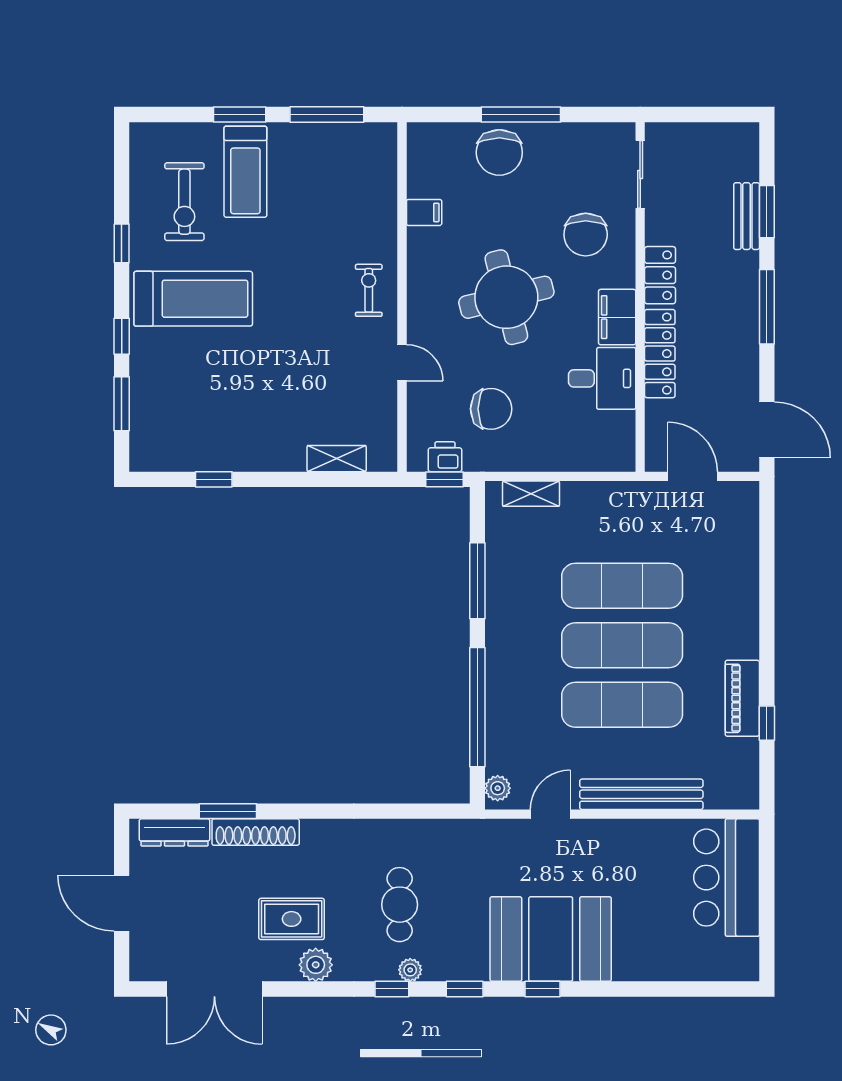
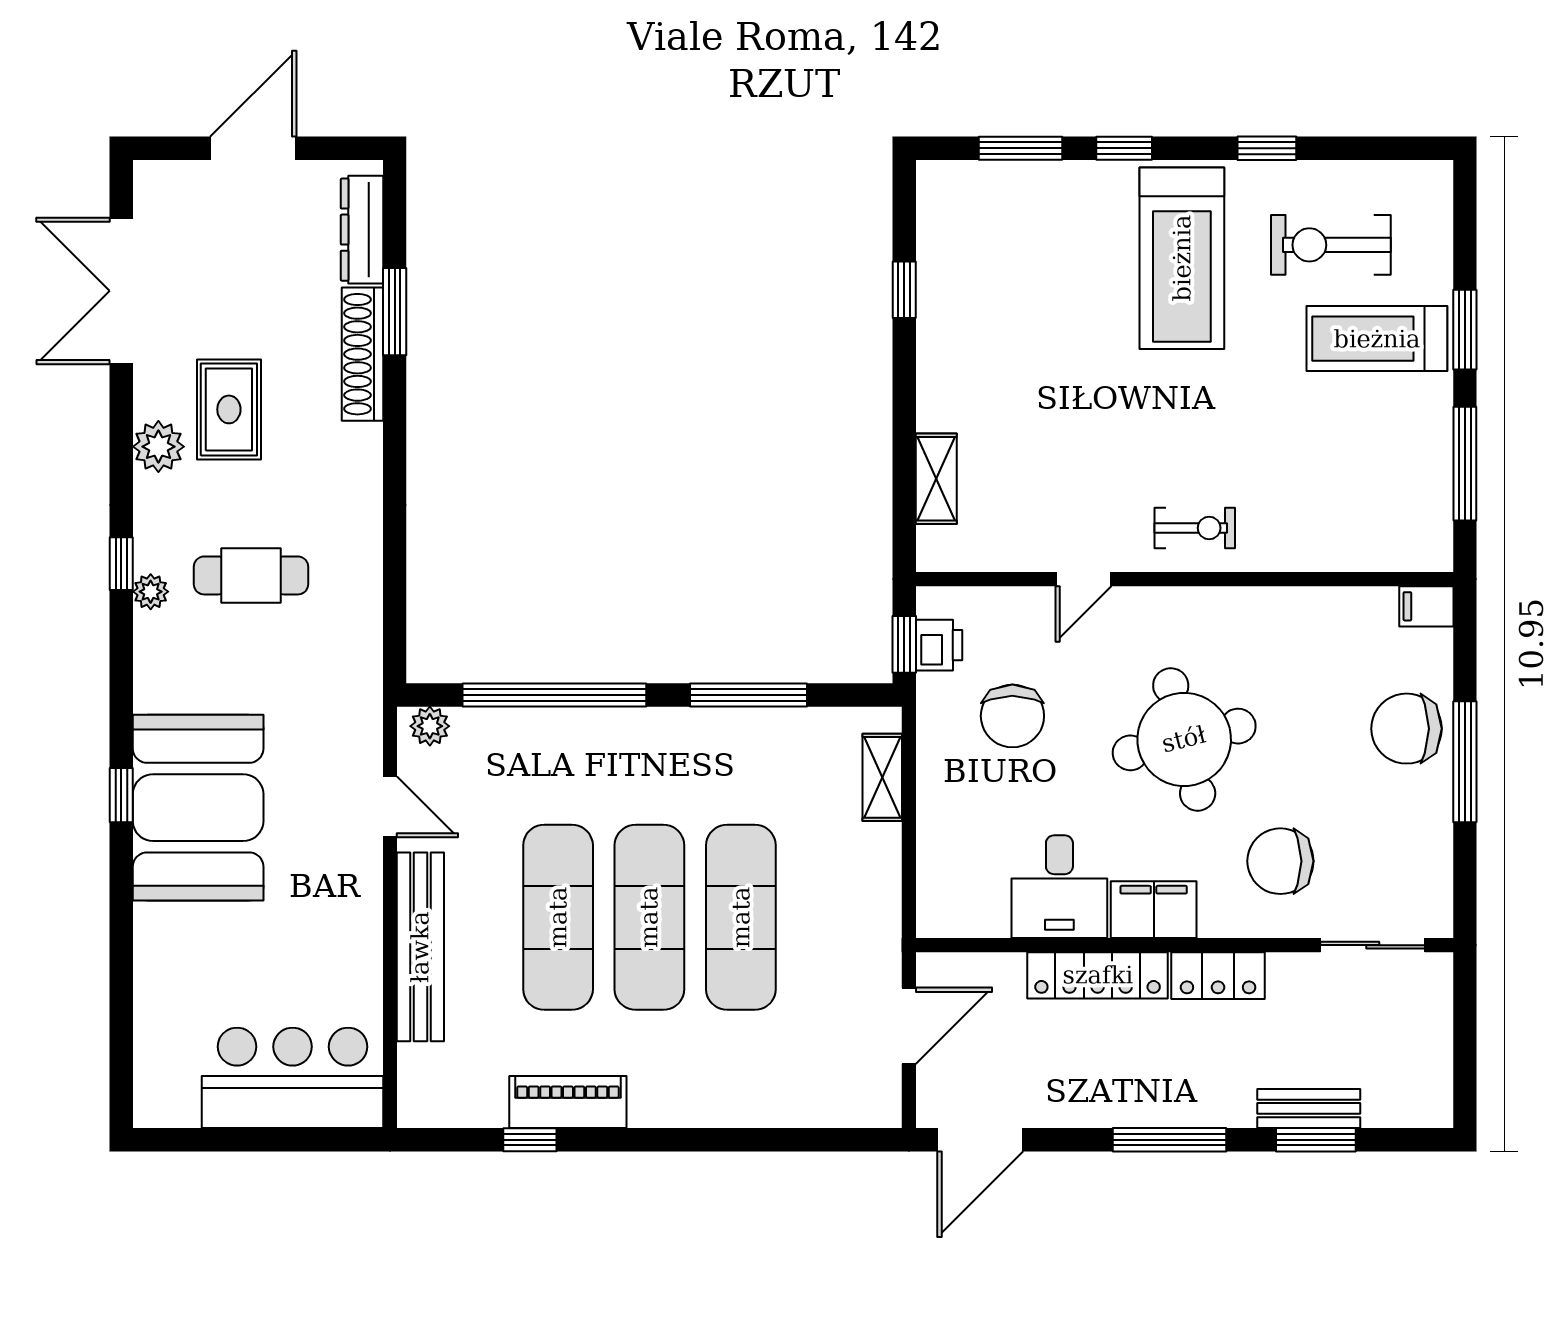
filing cabinet: (424, 212) -> (1426, 606), moved, turned 90
window: (465, 989) -> (121, 675), removed

